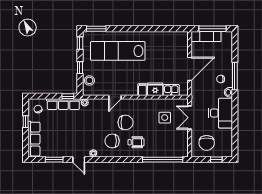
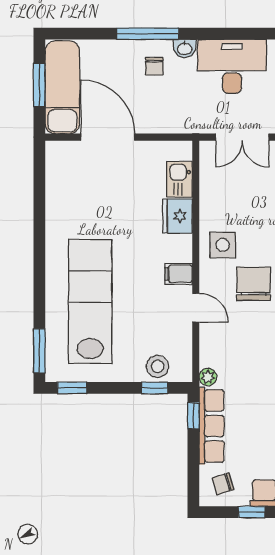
window: (213, 29) -> (39, 85), width x0.69
exam couch: (206, 36) -> (62, 87), width x1.36, depth x1.45
lab bench: (118, 51) -> (90, 301), turned 180
window: (80, 68) -> (155, 388), moved
door: (190, 69) -> (108, 137), moved
filing cabinet: (142, 90) -> (179, 274), moved
side table: (165, 118) -> (223, 245), moved

